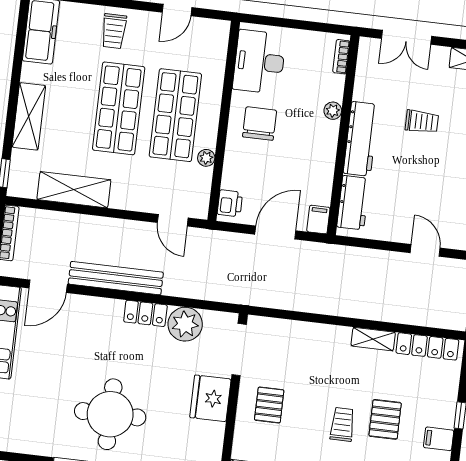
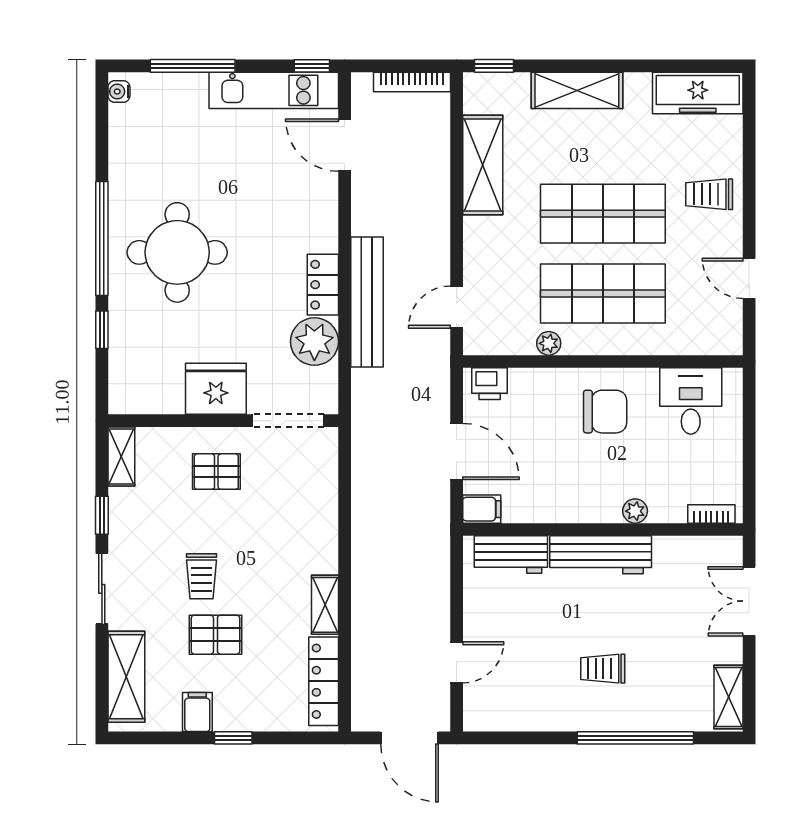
desk: (259, 62) -> (691, 401), width x0.73
trolley: (422, 122) -> (603, 669), moved, turned 90
bench: (116, 278) -> (367, 302), moved
trolley: (342, 424) -> (202, 576), turned 90

